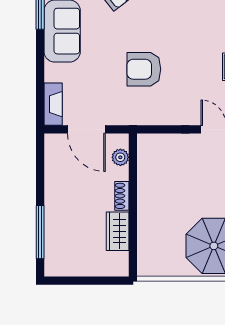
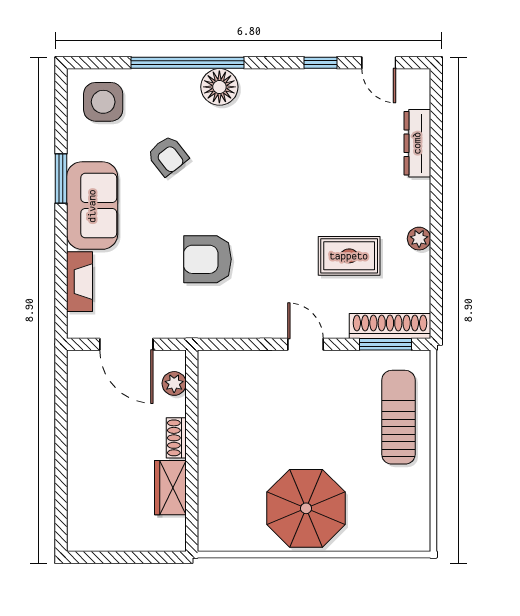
fireplace: (53, 104) -> (79, 282), moved
window: (40, 232) -> (61, 489), removed

